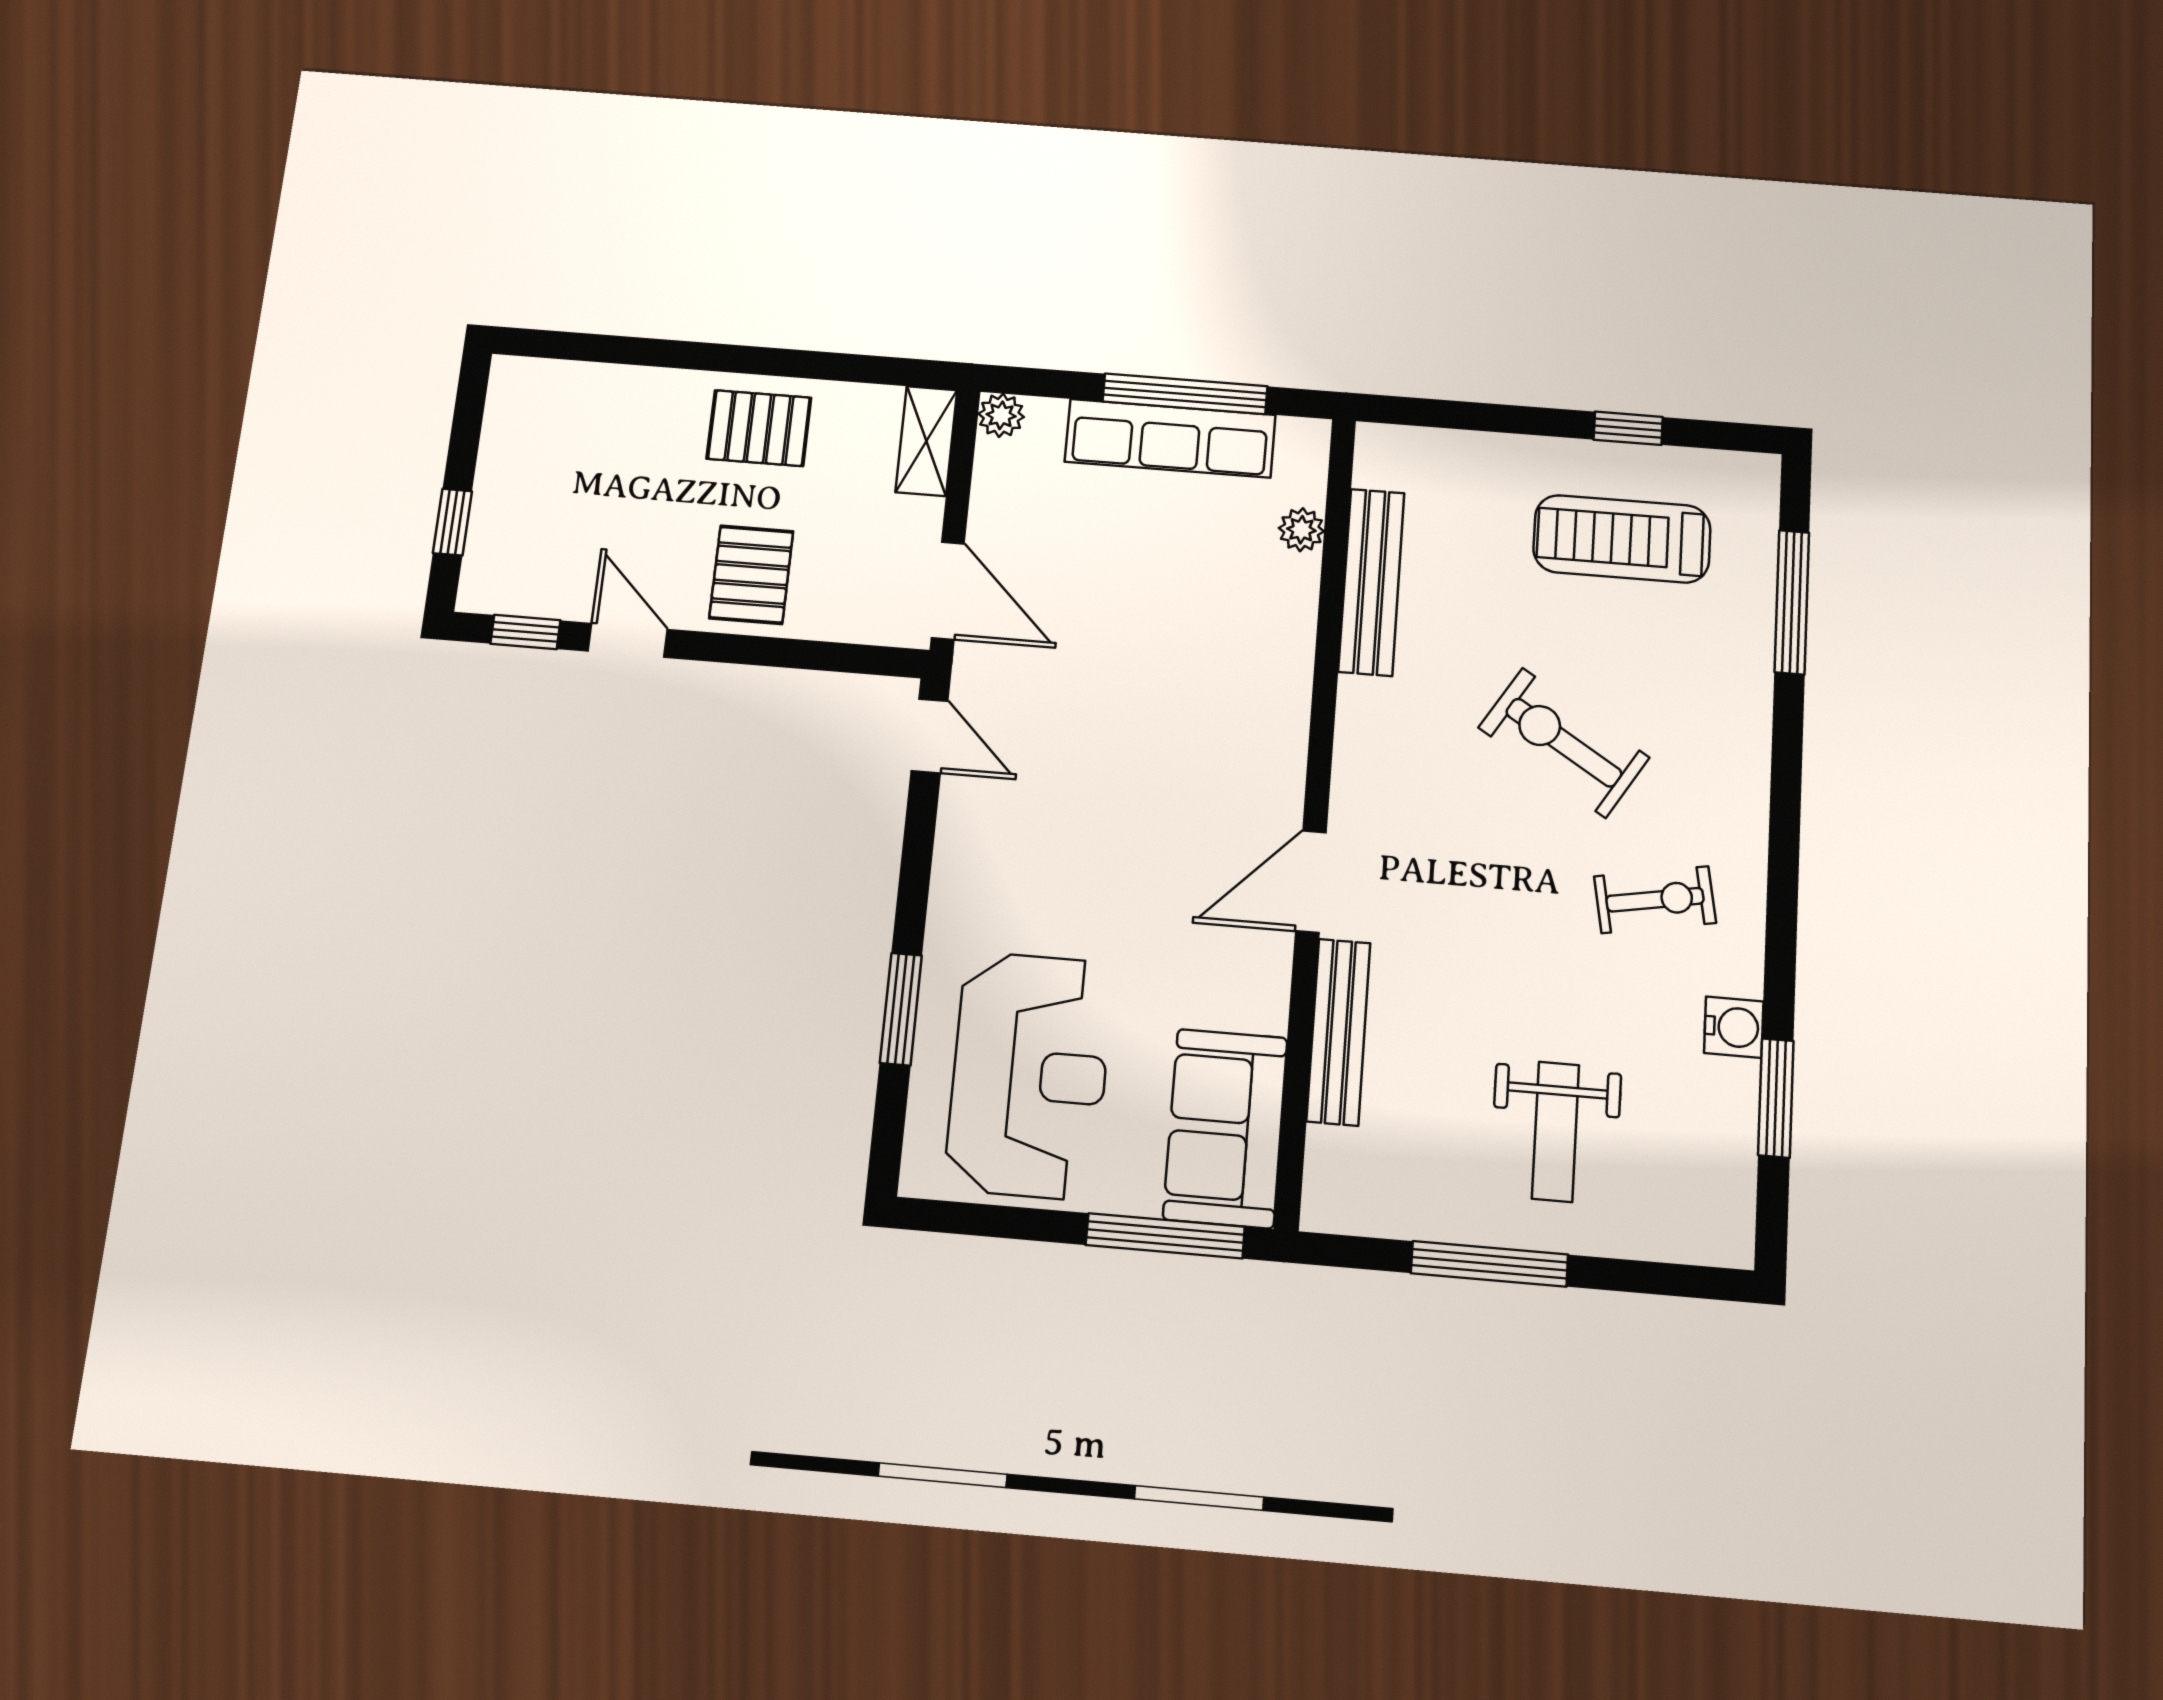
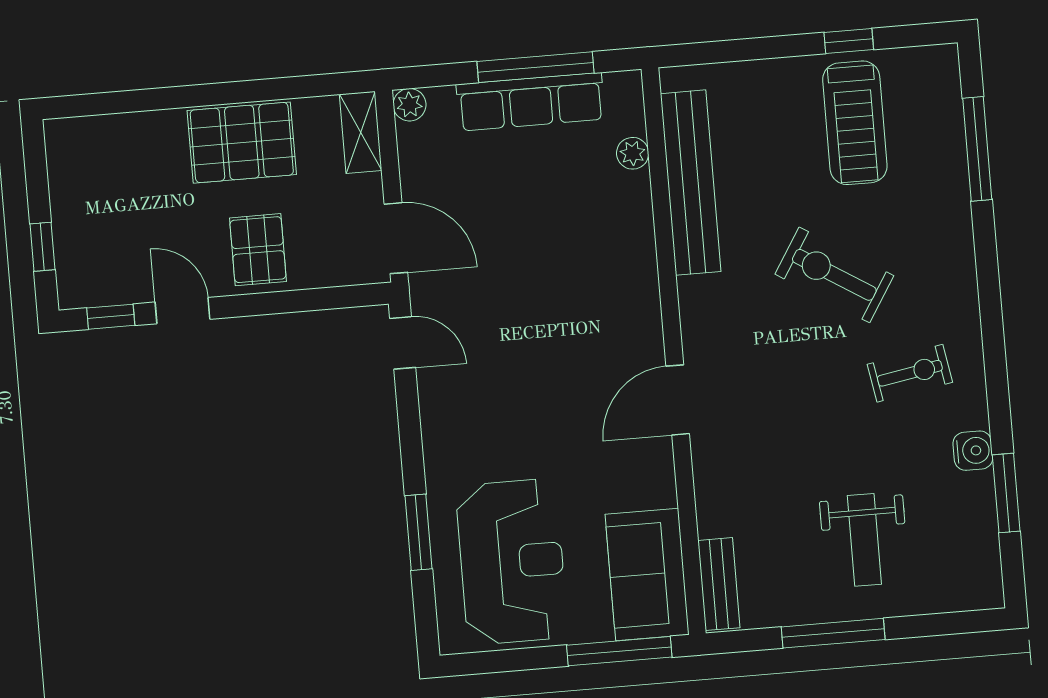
pallet: (759, 428) -> (242, 143), width x1.50, depth x1.42
treadmill: (1622, 539) -> (855, 123), turned -90
bench: (1371, 582) -> (691, 183), width x1.37, depth x1.21
bench: (1338, 1032) -> (719, 584), moved, width x0.73

